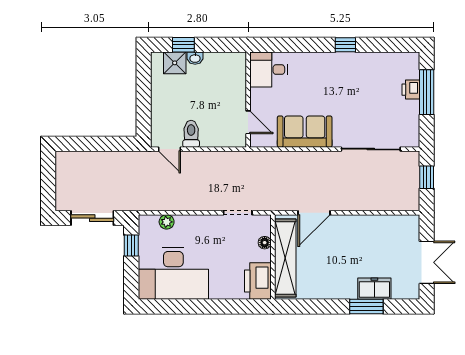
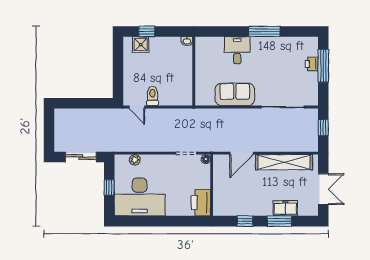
window: (345, 45) -> (264, 31), width x2.17
washbasin: (195, 58) -> (187, 41), moved
desk: (269, 70) -> (237, 50), moved, turned 90
door: (248, 122) -> (194, 88), removed
floor lamp: (265, 243) -> (206, 159), moved
window: (131, 245) -> (109, 188), moved
shelving: (285, 258) -> (284, 162), moved, turned 90
window: (319, 307) -> (245, 221), added

